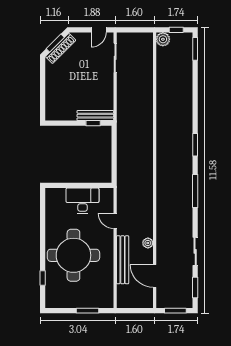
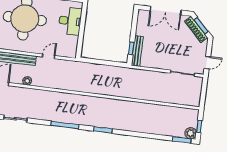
door: (99, 30) -> (207, 63), swing flipped
plant: (163, 39) -> (191, 133), moved
double door: (43, 88) -> (166, 11), added
desk: (82, 201) -> (70, 21), moved

